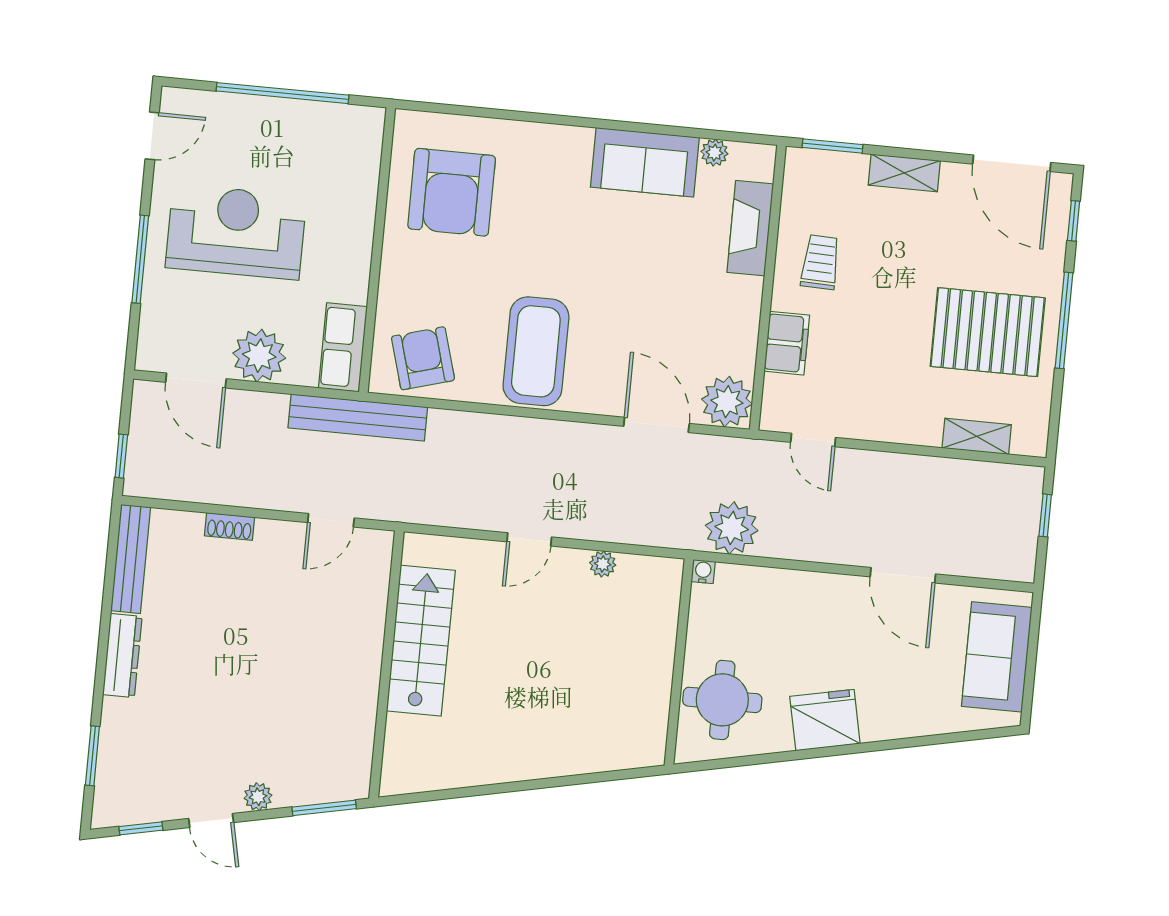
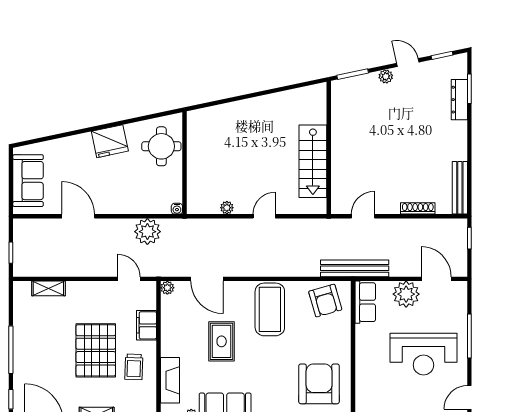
rug: (639, 296) -> (222, 341), added
pallet: (988, 332) -> (96, 350), moved, turned 90
plant: (727, 402) -> (167, 288), width x0.53, depth x0.53
shoe rack: (230, 526) -> (418, 208), width x1.43
plant: (732, 528) -> (147, 232), moved
dresser: (122, 656) -> (459, 100), moved

